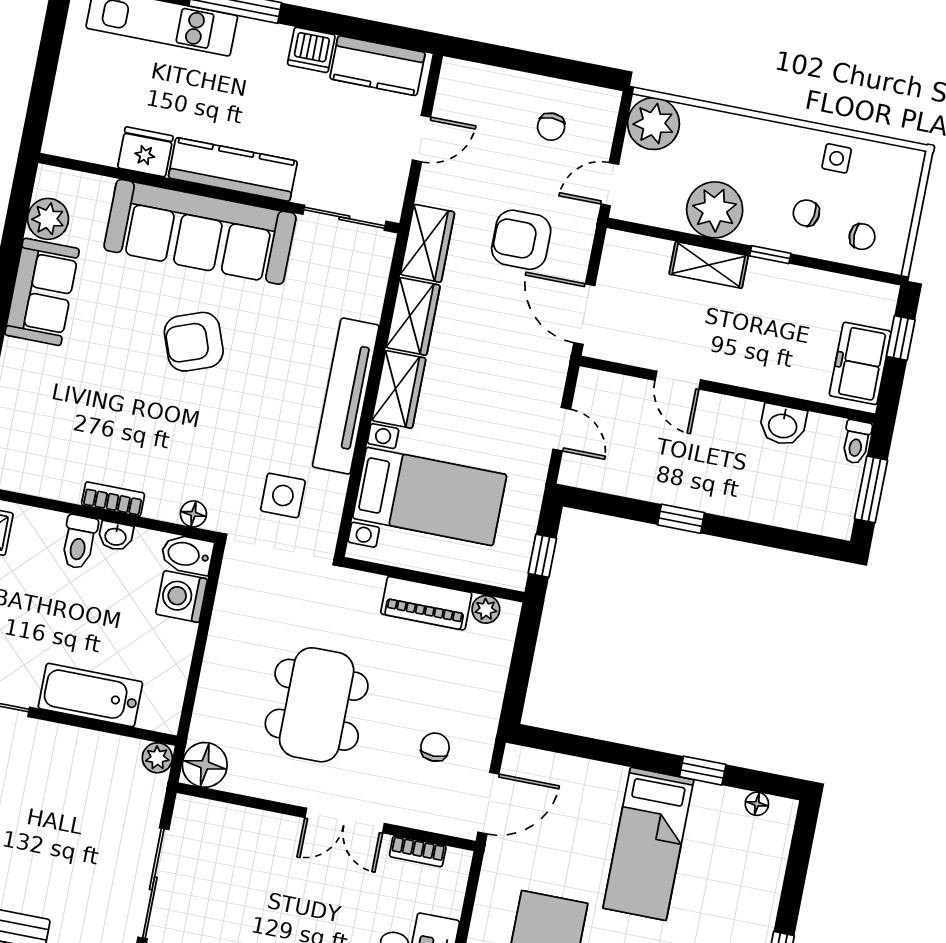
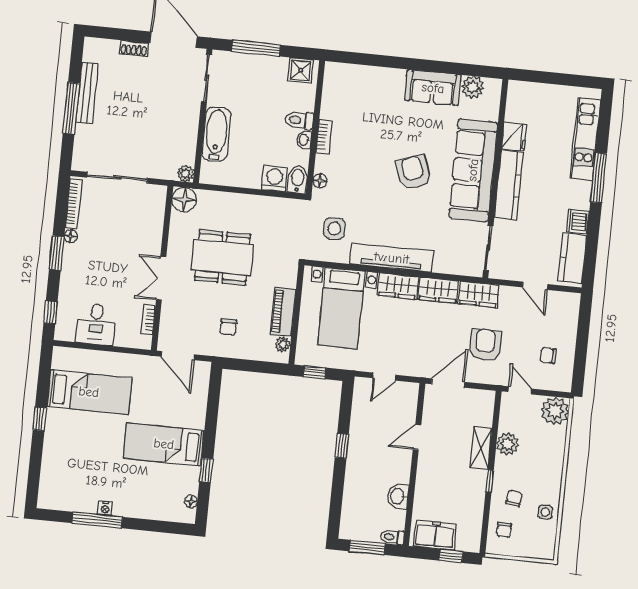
plant: (715, 210) -> (508, 444), width x0.73, depth x0.73
chair: (435, 747) -> (228, 327), moved, turned 90

